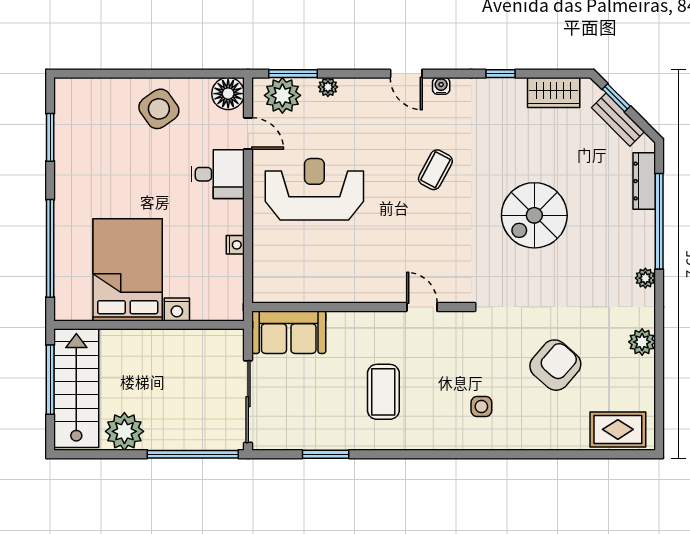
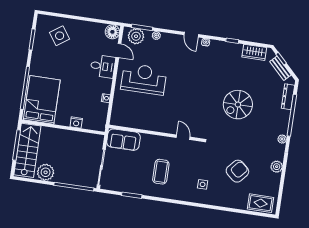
side table: (159, 109) -> (60, 36), moved
coffee table: (435, 170) -> (198, 78), removed
bed: (128, 270) -> (42, 100), moved

